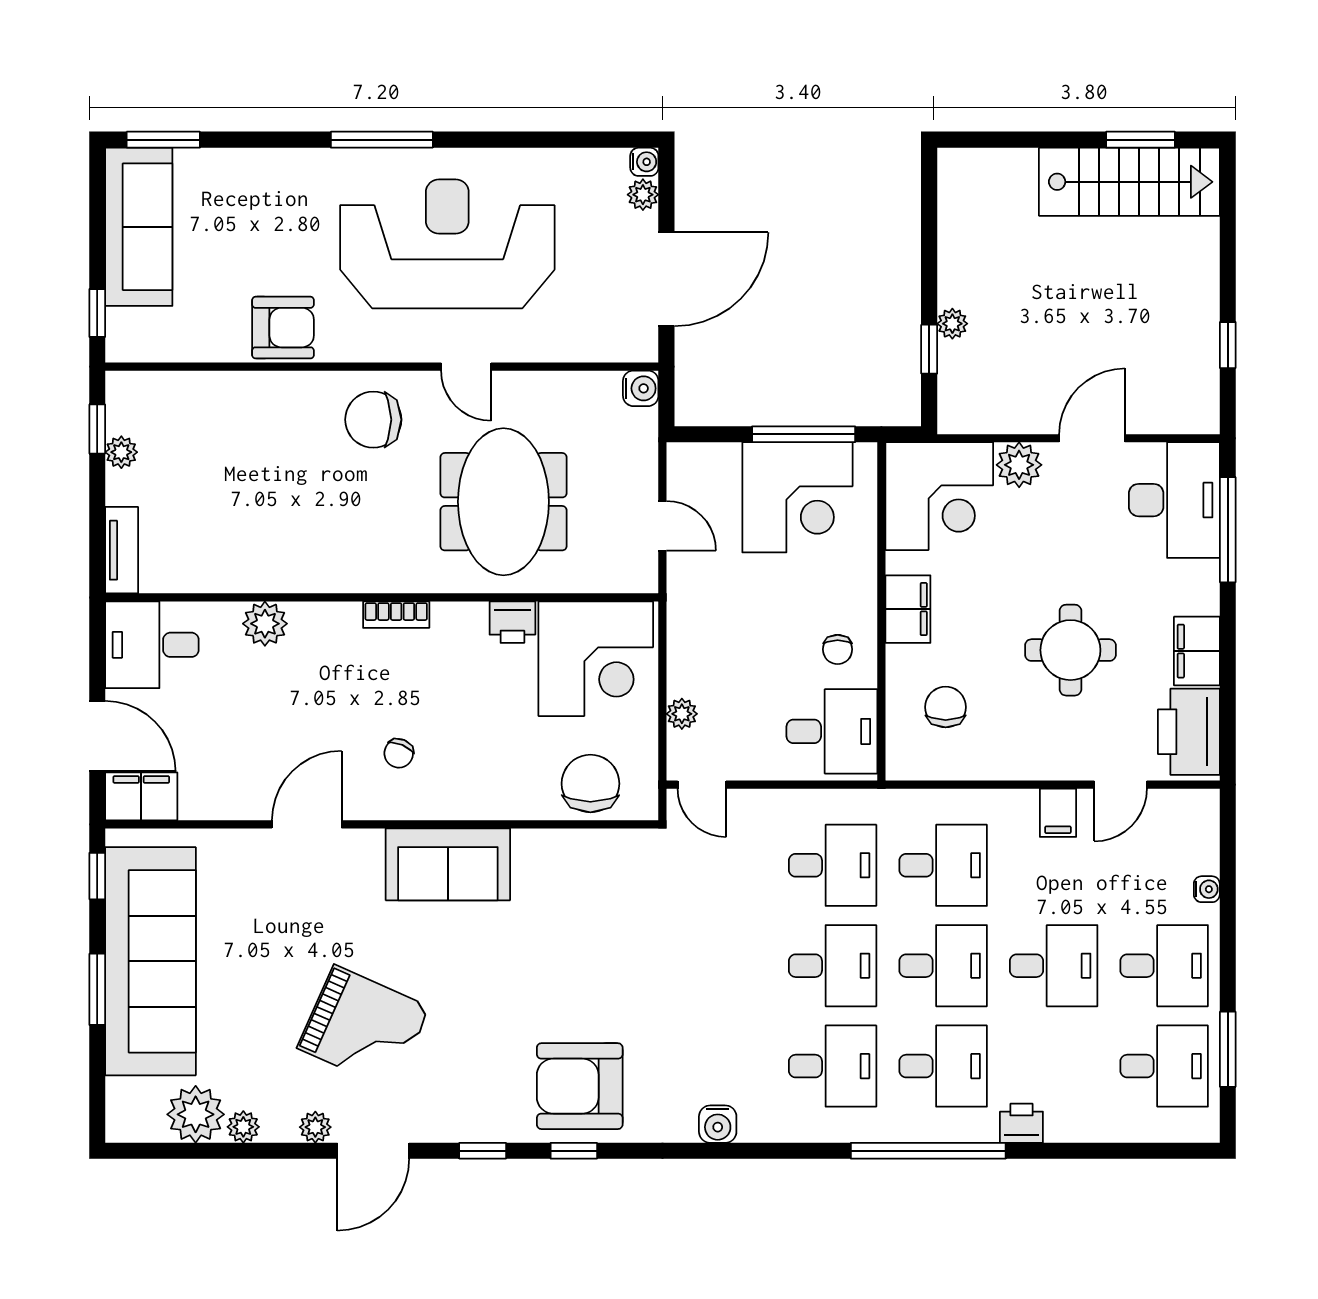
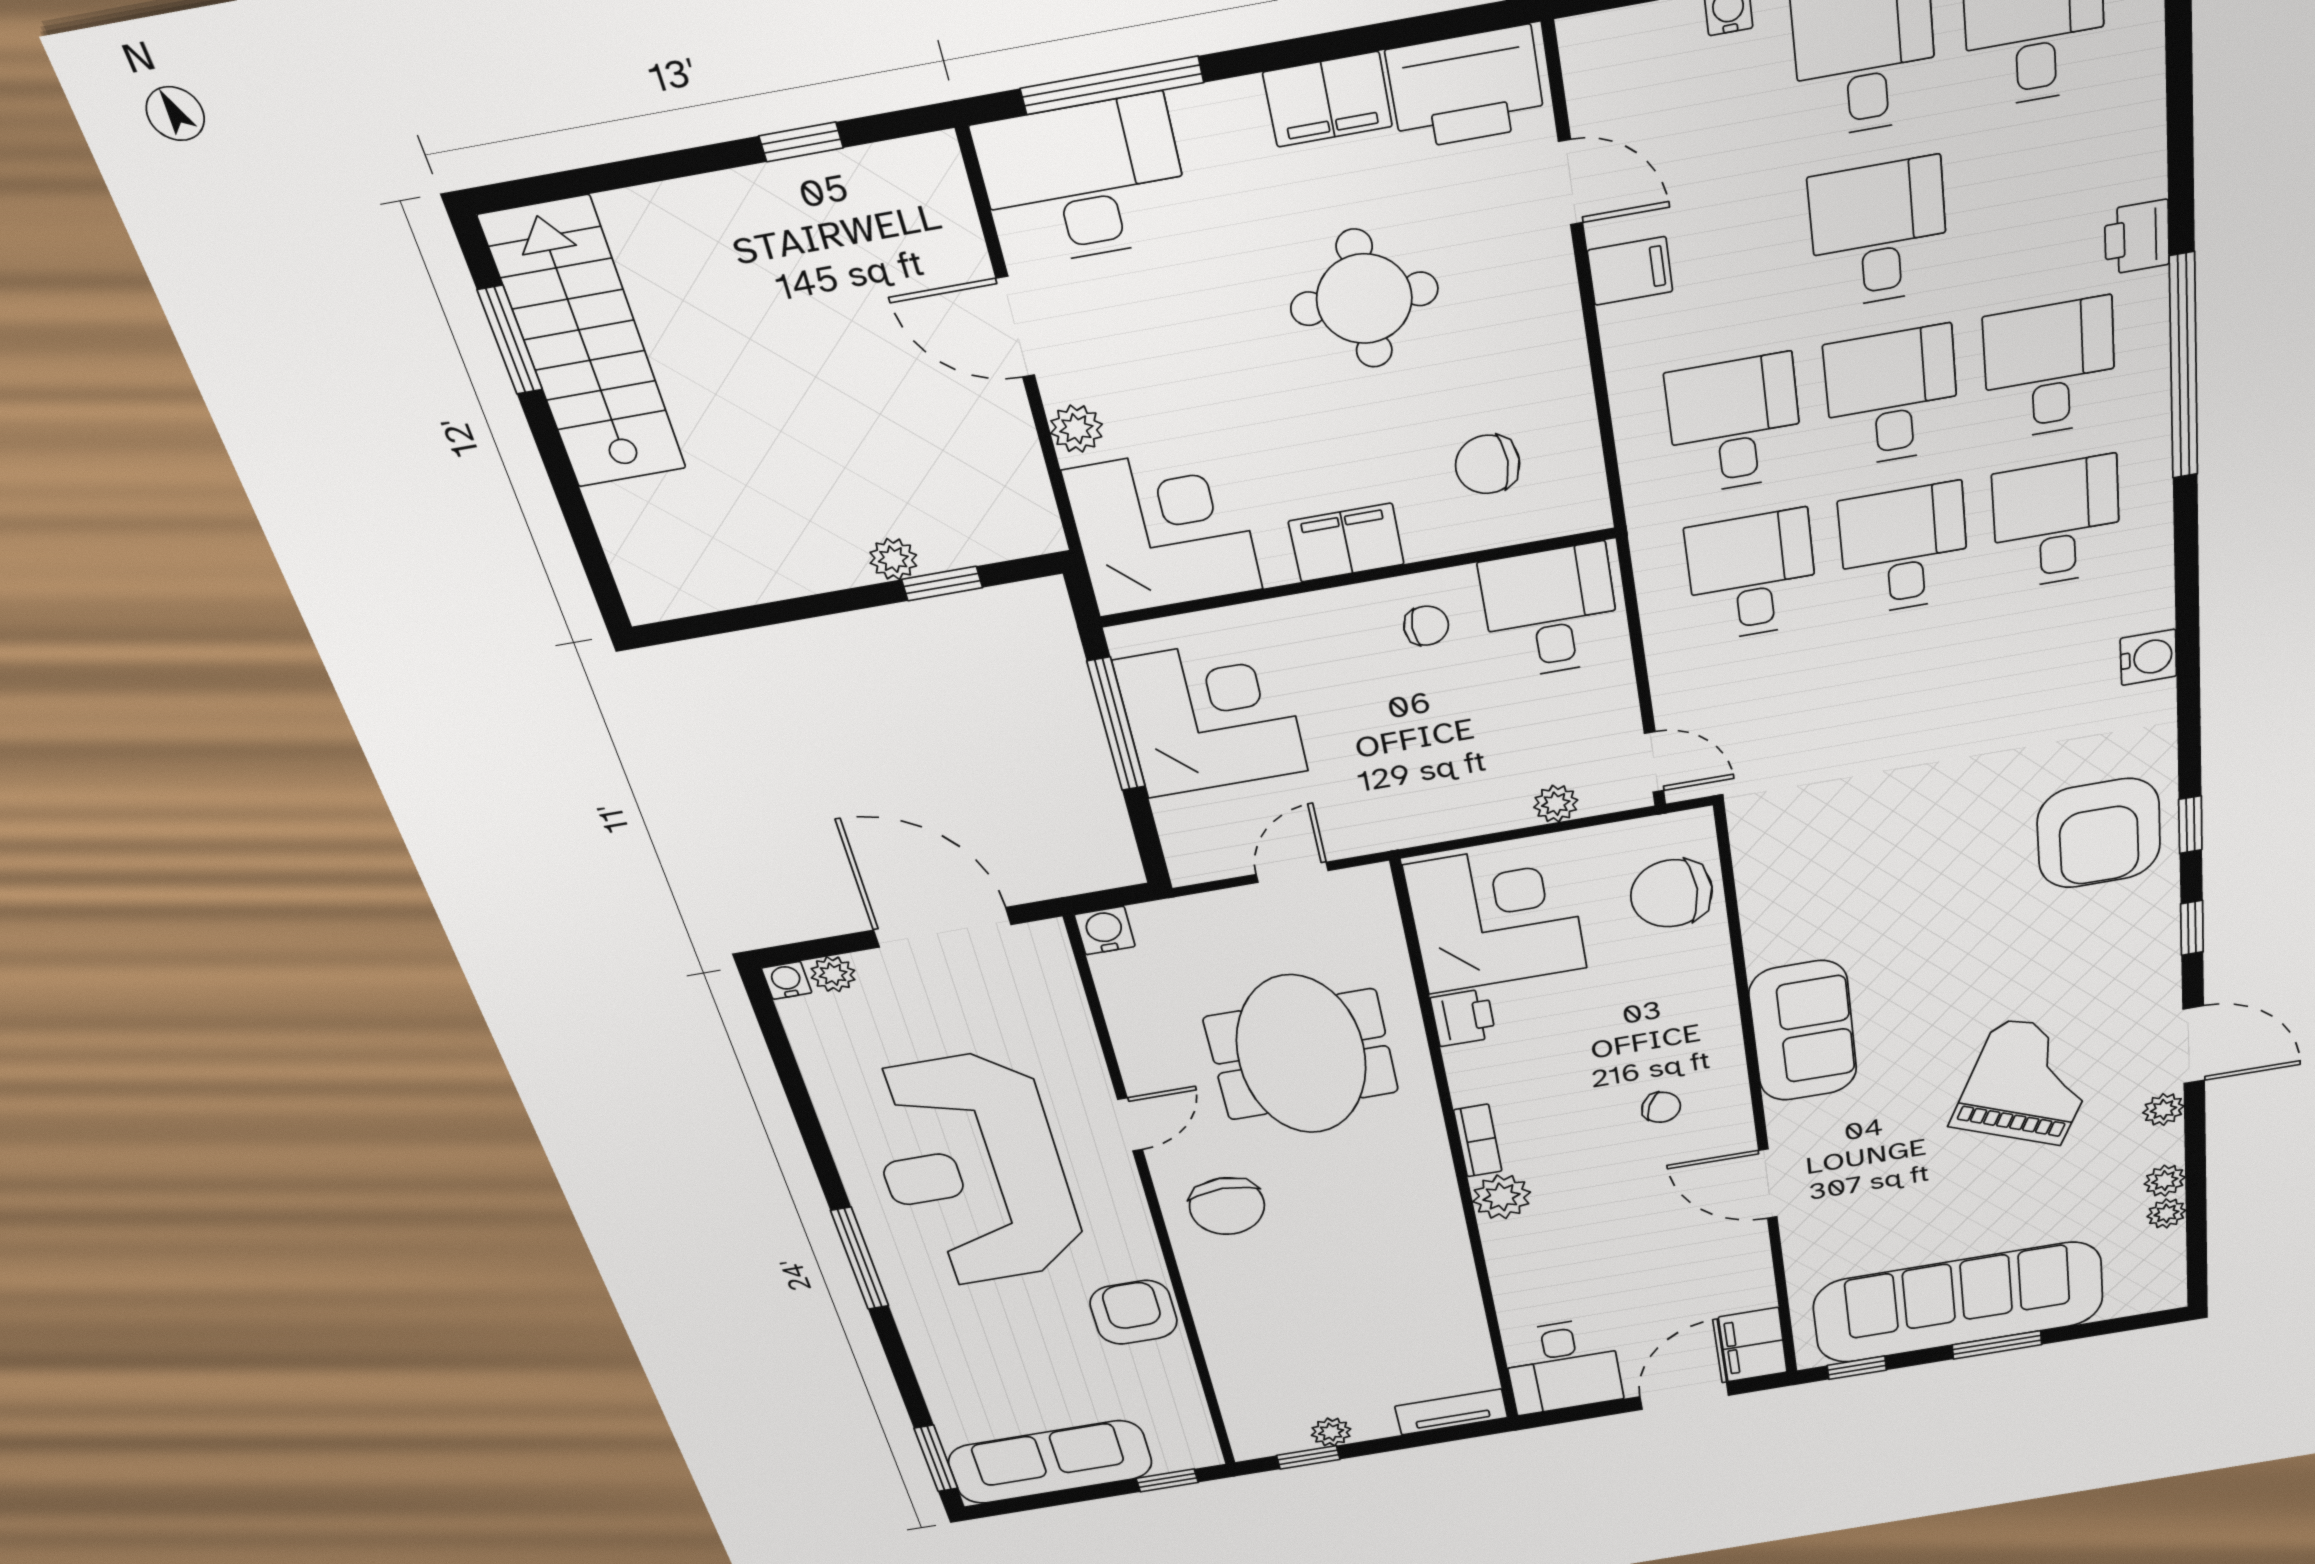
plant: (1019, 465) -> (1076, 429), width x0.73, depth x0.73
meeting table: (503, 502) -> (1301, 1055), turned 90
plant: (265, 624) -> (1502, 1197), moved
door: (702, 785) -> (1654, 762), hinge flipped
plant: (196, 1114) -> (2166, 1213), width x0.53, depth x0.53

